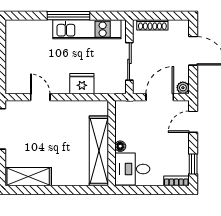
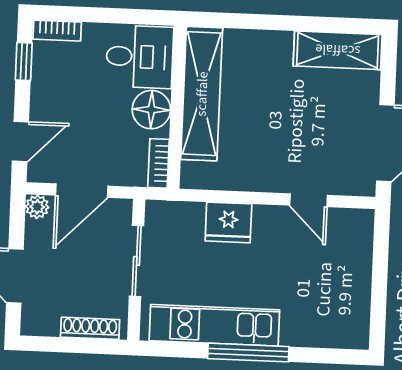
bookcase: (120, 113) -> (158, 163), added
floor lamp: (120, 146) -> (151, 110), width x1.89, depth x1.89

